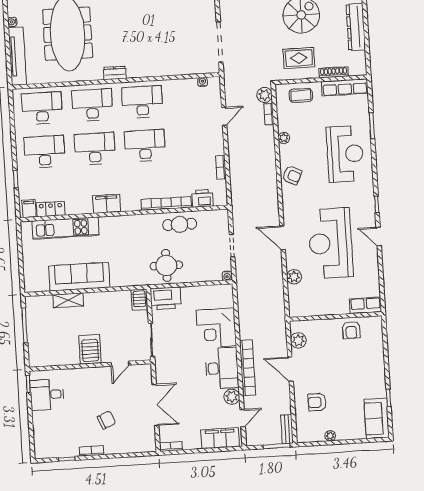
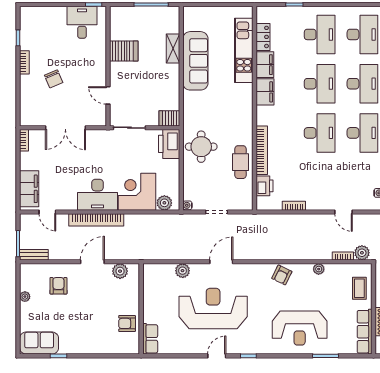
filing cabinet: (29, 209) -> (265, 65), moved, width x2.00
server rack: (90, 349) -> (124, 51), moved
plant: (232, 397) -> (164, 203), moved

